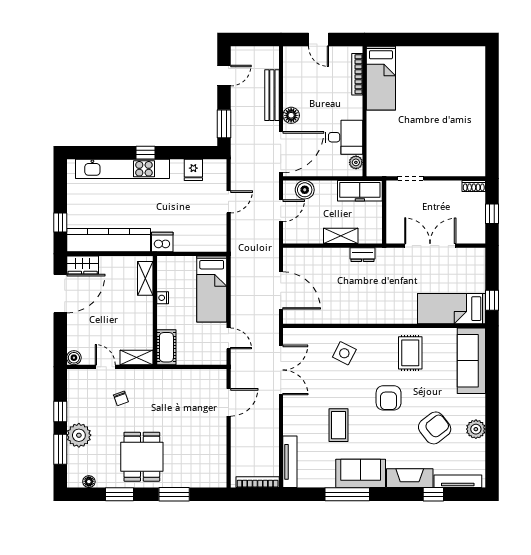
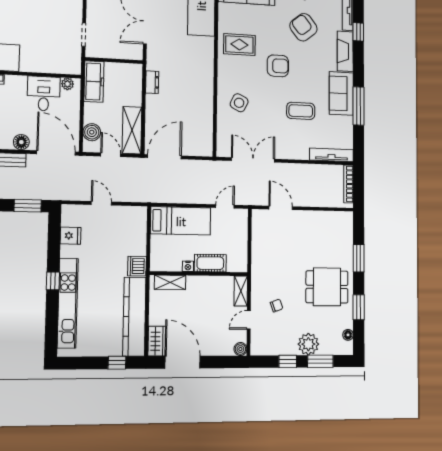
shelving: (341, 236) -> (132, 130), moved, width x1.50, depth x1.33
door: (281, 290) -> (164, 157), moved
cot: (166, 347) -> (210, 263), moved

